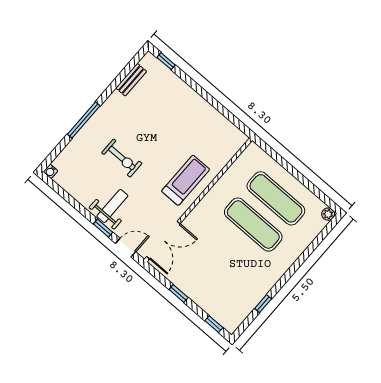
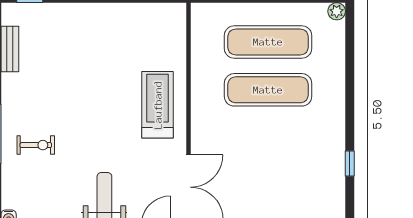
exercise bike: (122, 158) -> (36, 145), moved, width x0.73, depth x0.72

